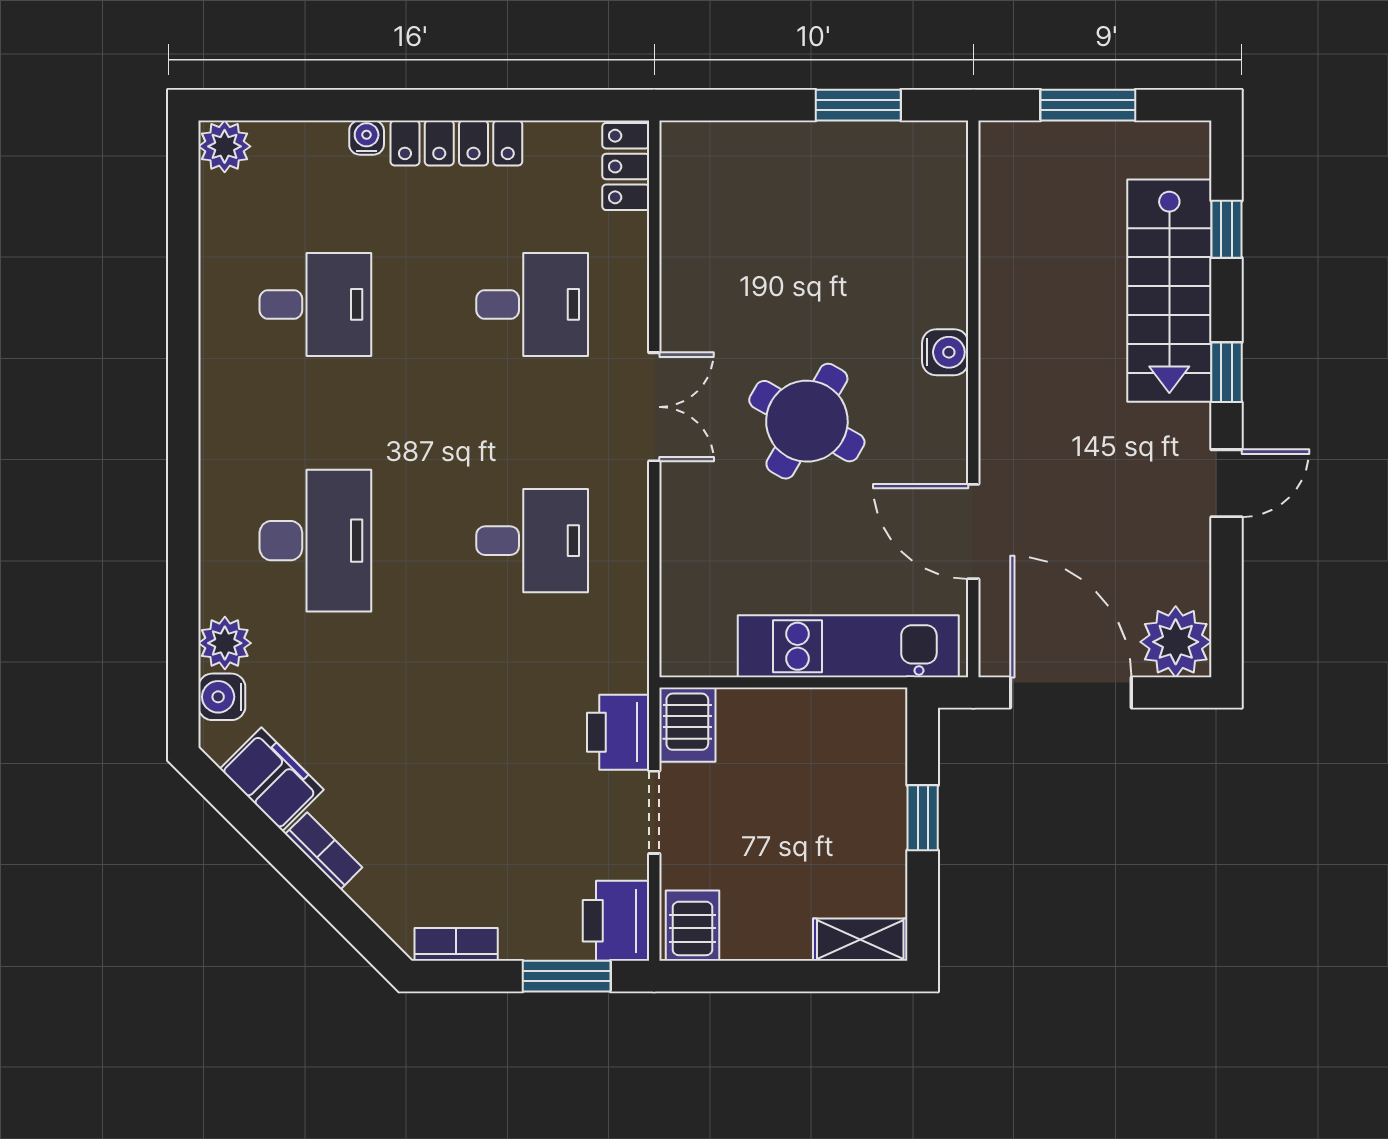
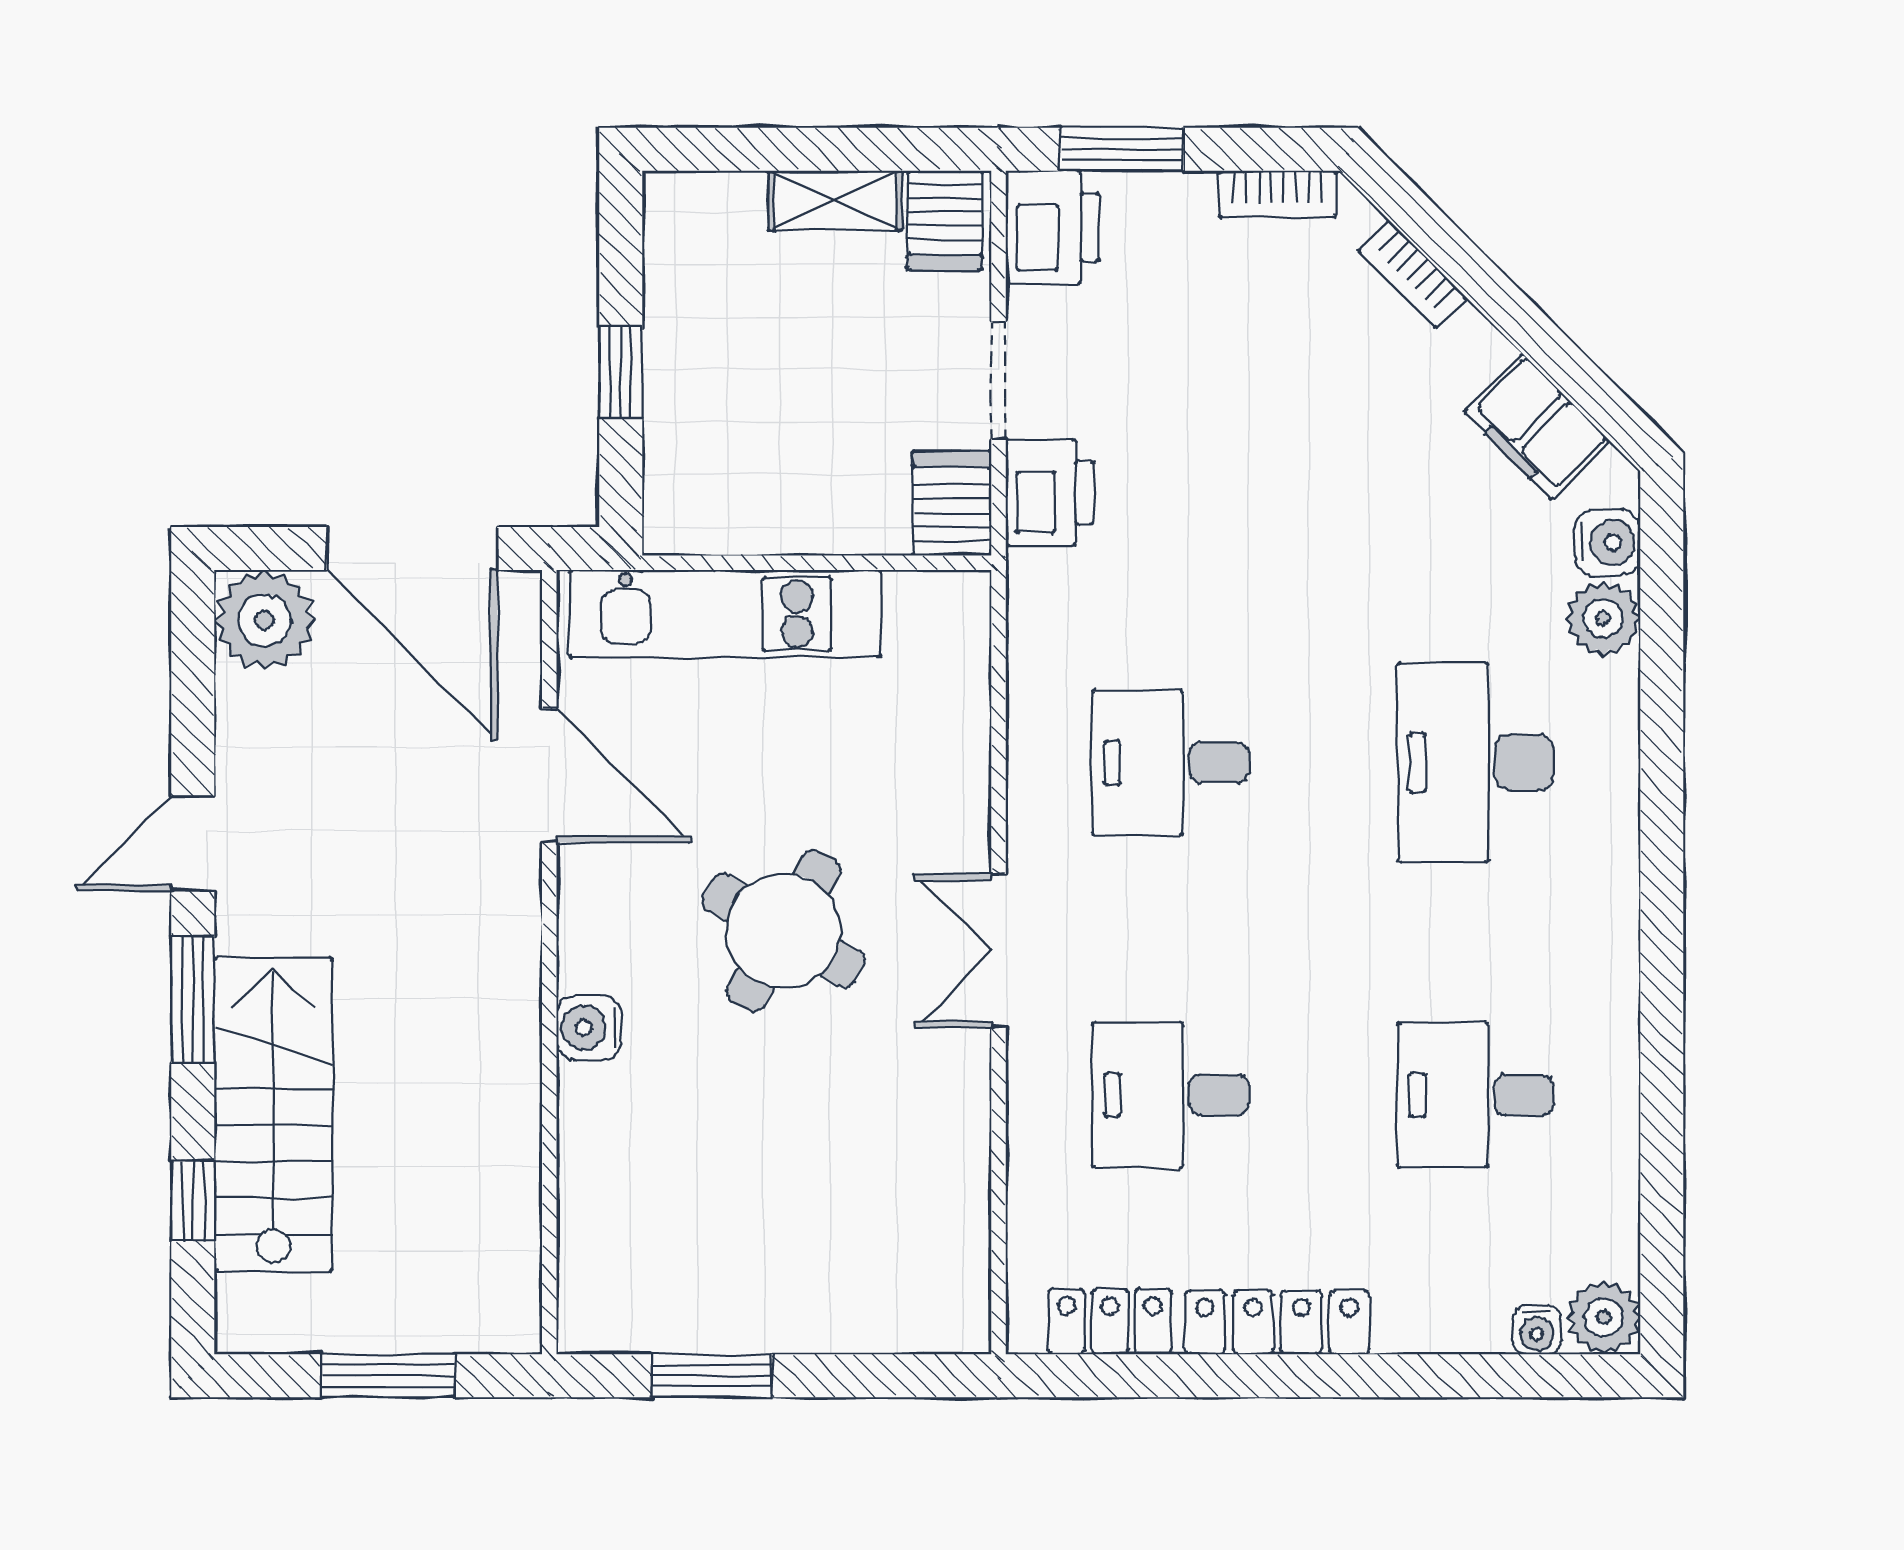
water cooler: (367, 138) -> (1537, 1330), moved
locker: (626, 166) -> (1110, 1321), moved, turned -90
window: (1226, 372) -> (193, 1000), width x1.50
bookcase: (324, 851) -> (1412, 274), moved
shelving: (860, 940) -> (835, 201), moved

